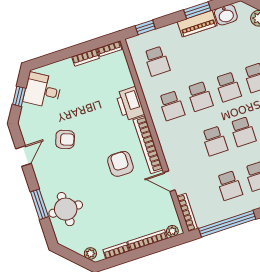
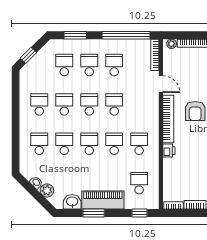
piano: (197, 24) -> (103, 200), width x1.37, depth x1.33
printer: (130, 104) -> (169, 151), width x0.53, depth x0.68

